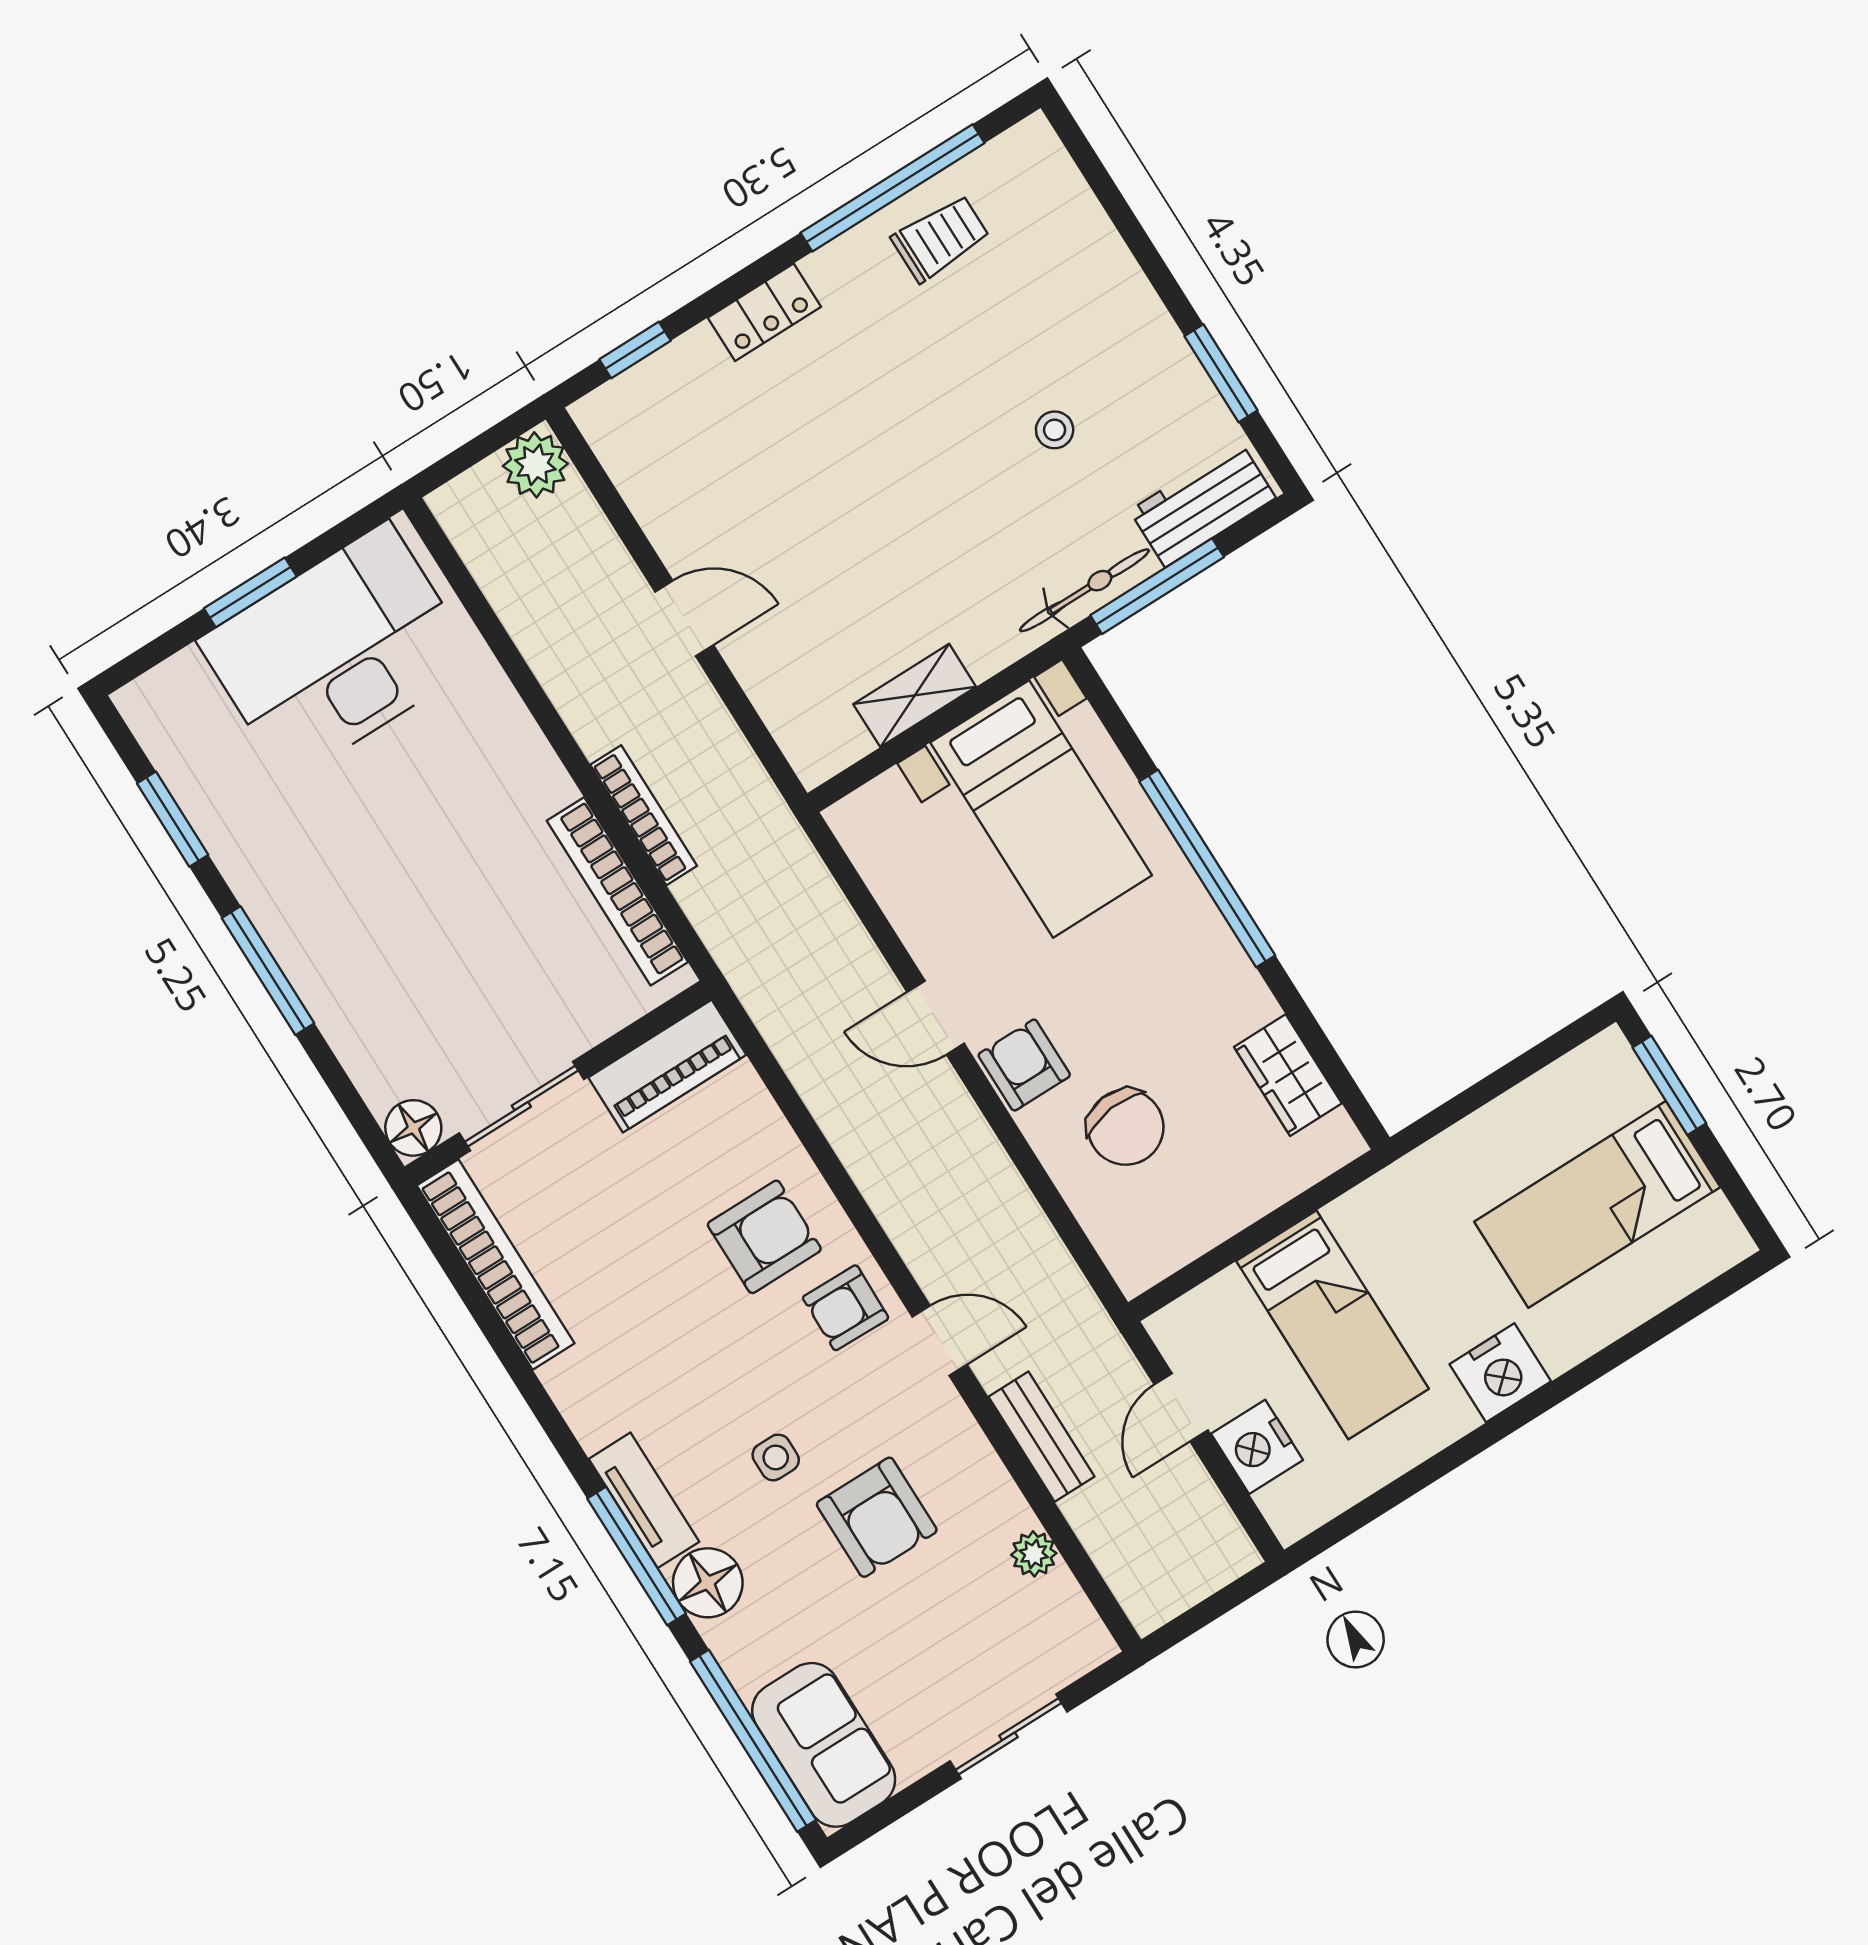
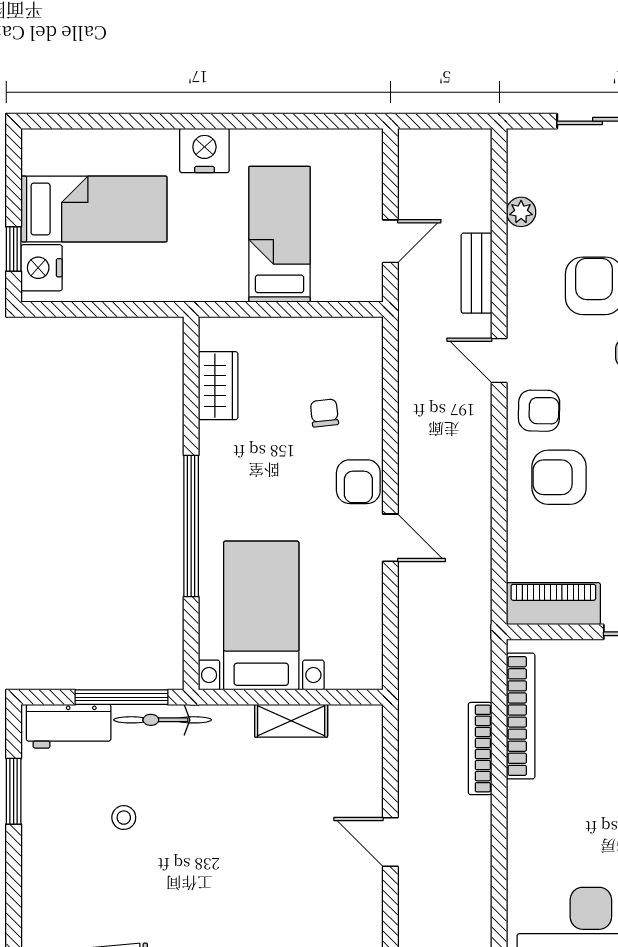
window: (1669, 1085) -> (14, 249), width x0.67
chair: (1126, 1127) -> (324, 413), width x0.54, depth x0.54
nightstand: (1257, 1447) -> (41, 268), moved, turned 180

